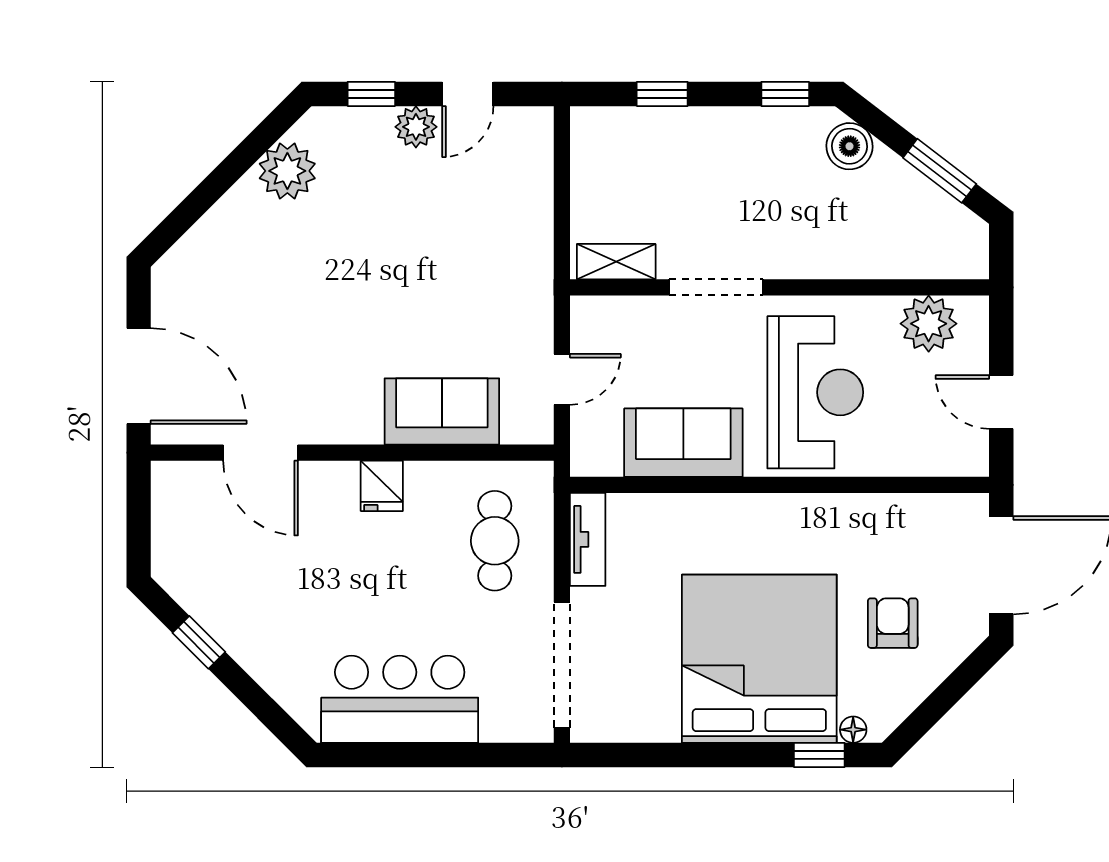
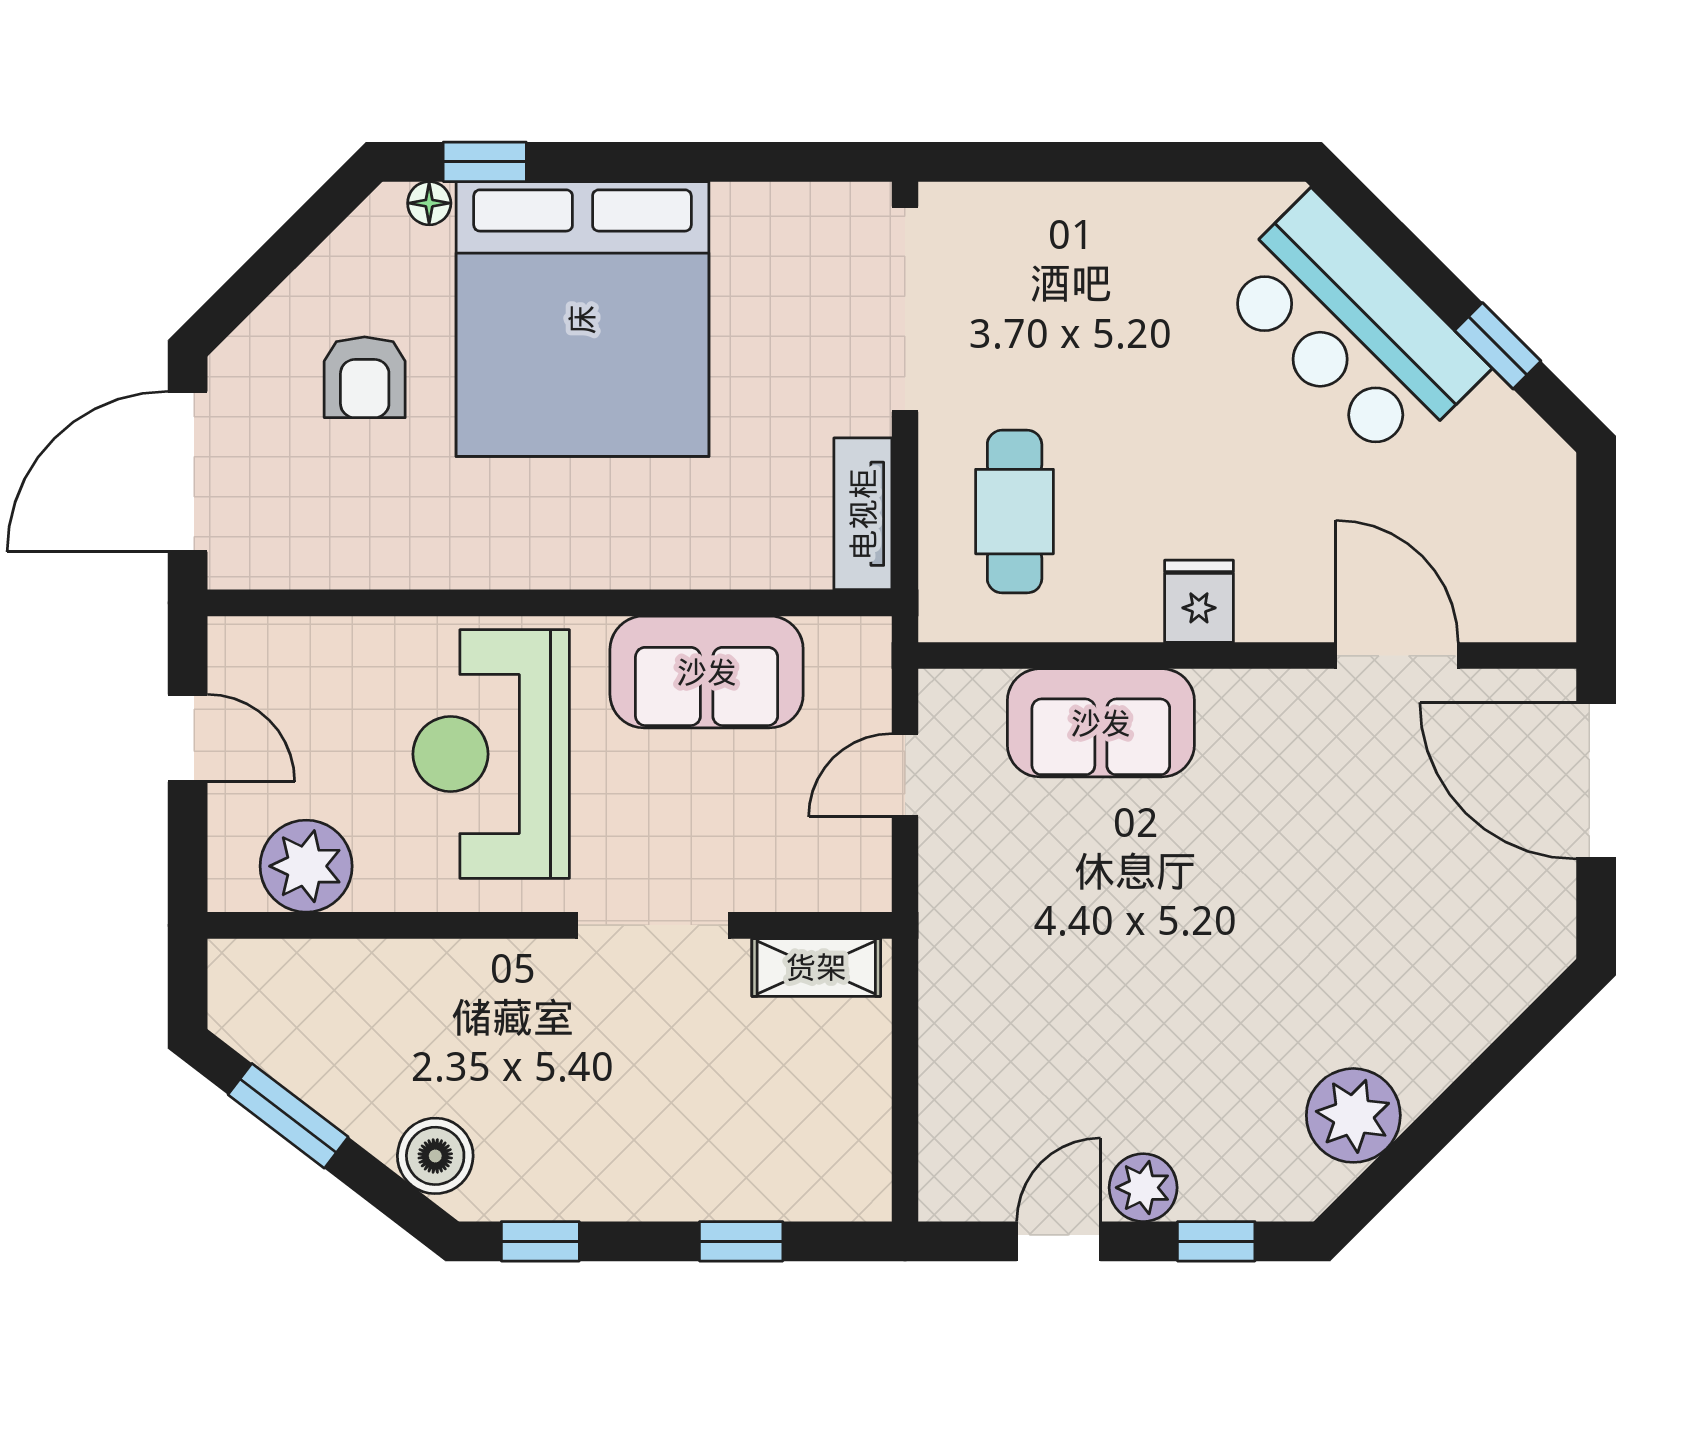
bar counter: (400, 699) -> (1351, 328), moved, turned 45

